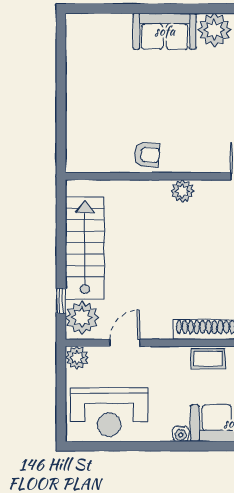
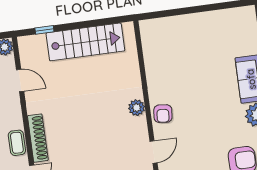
armchair: (147, 155) -> (163, 114), moved
plant: (82, 318) -> (34, 47), removed

